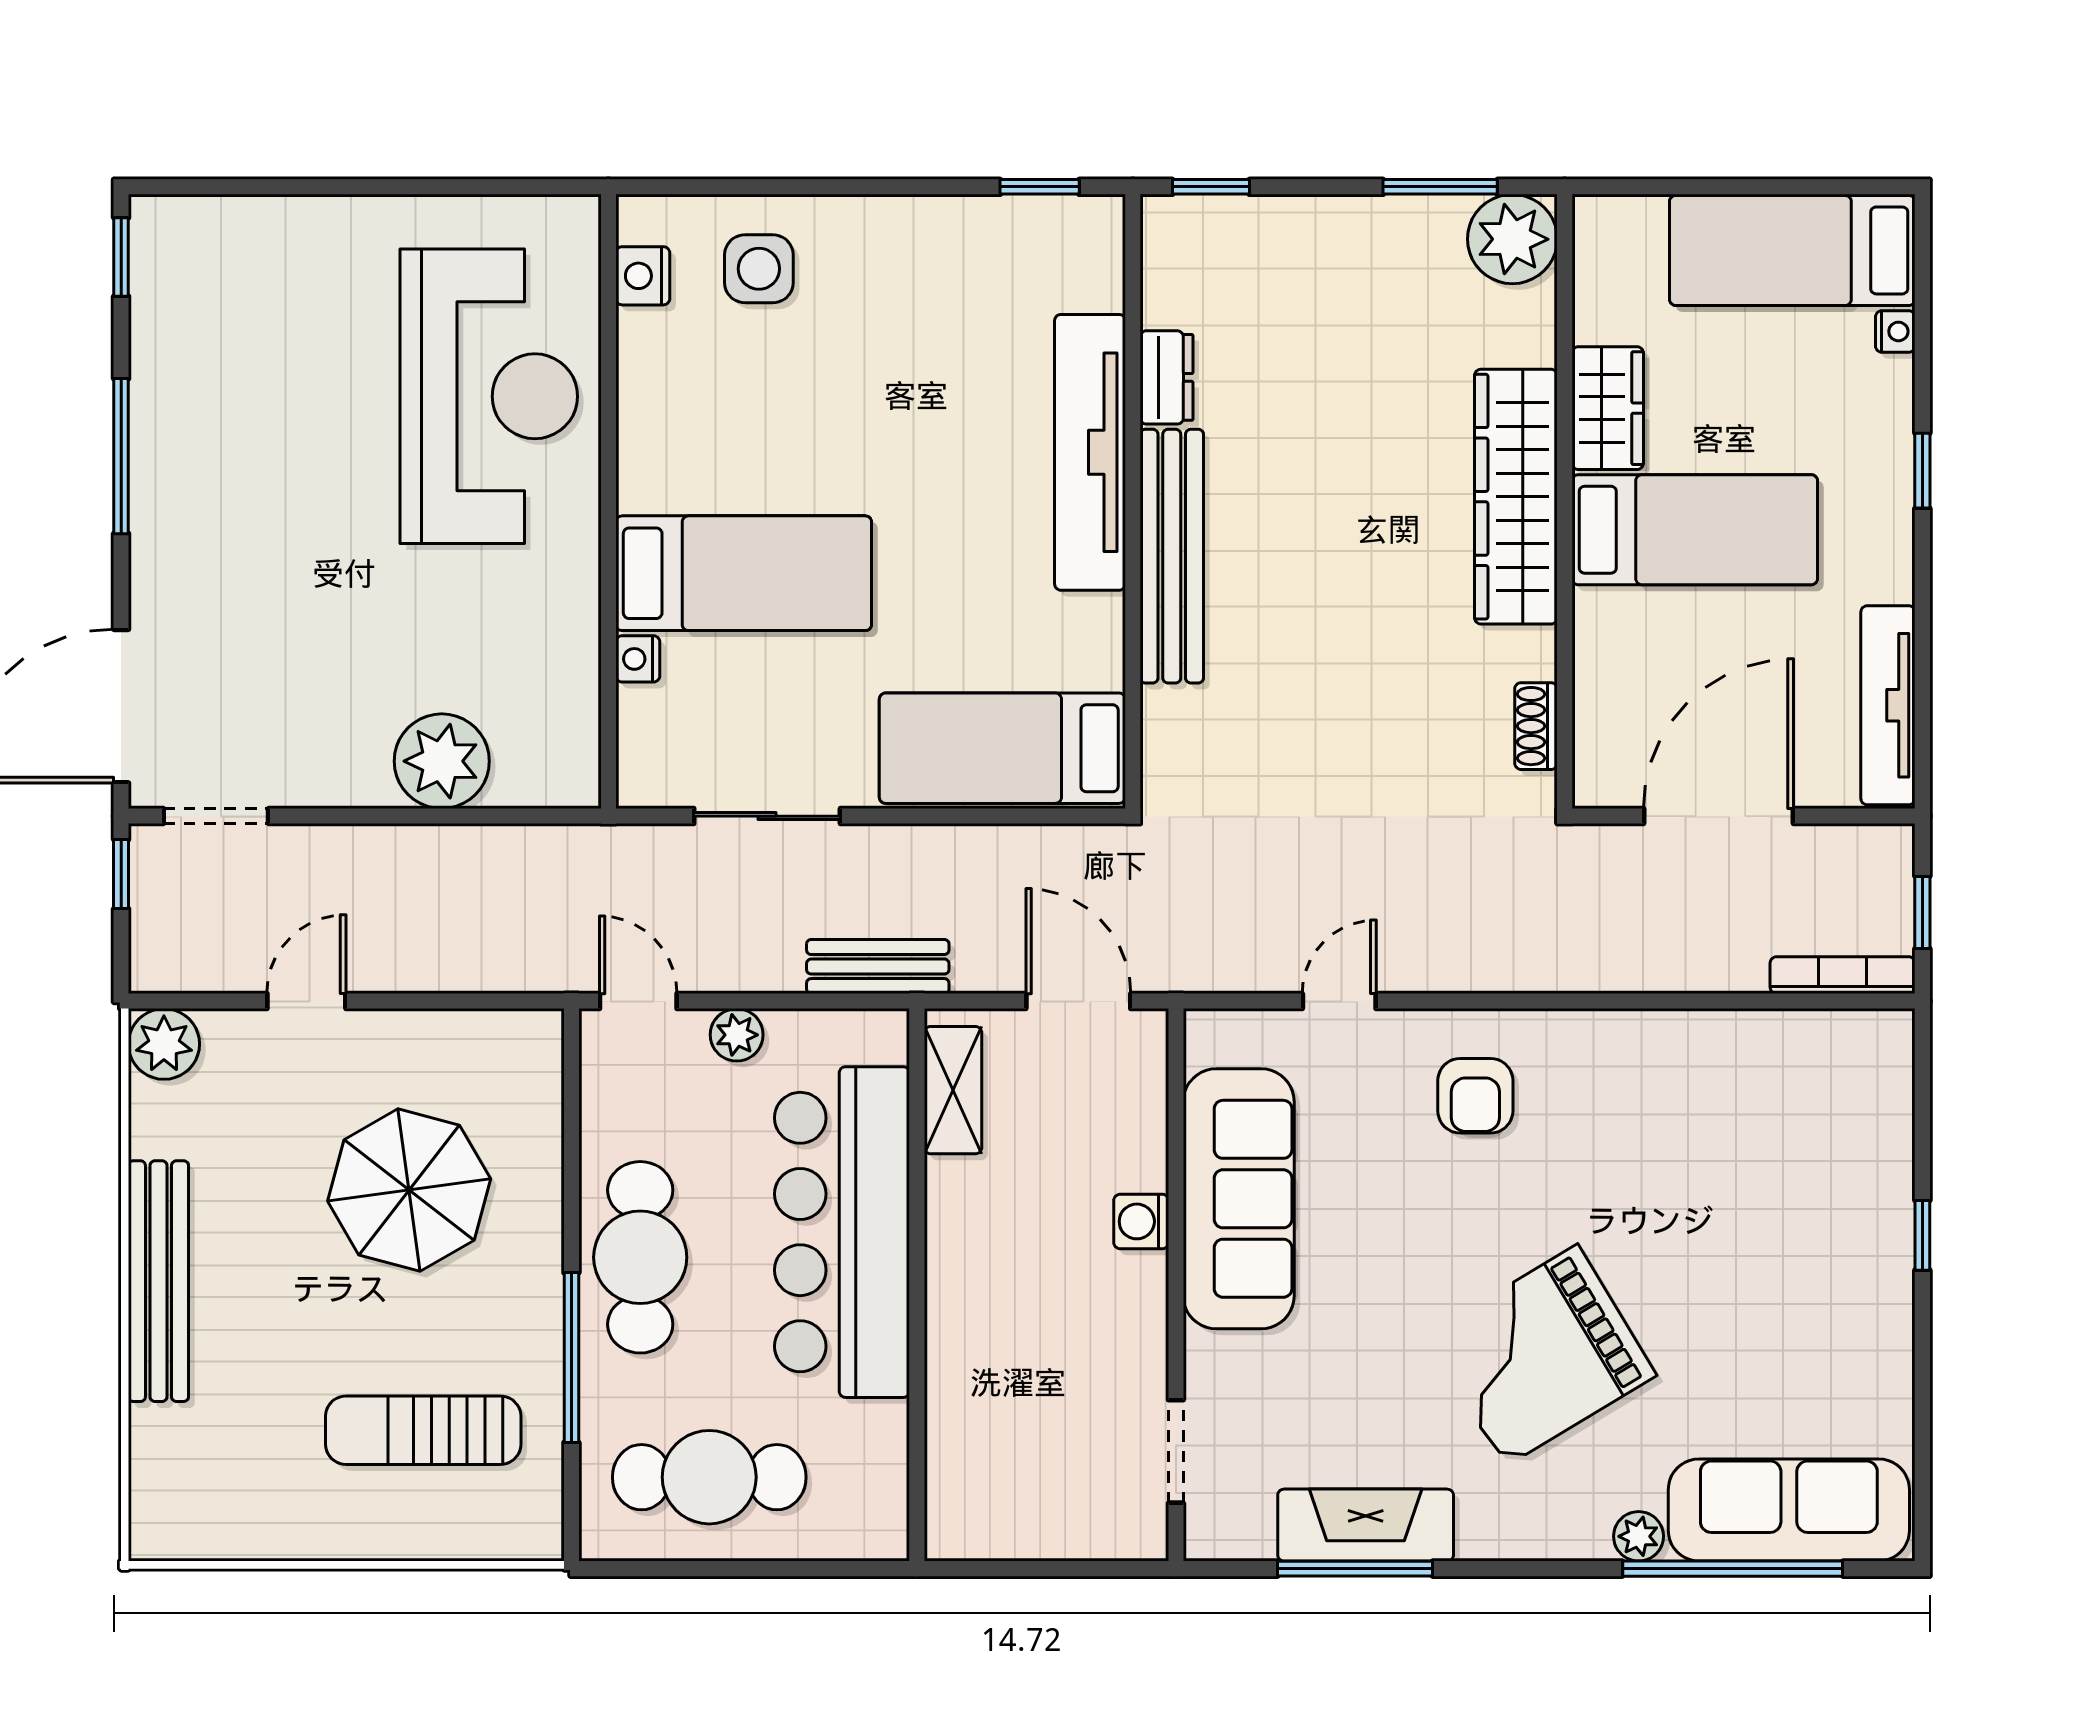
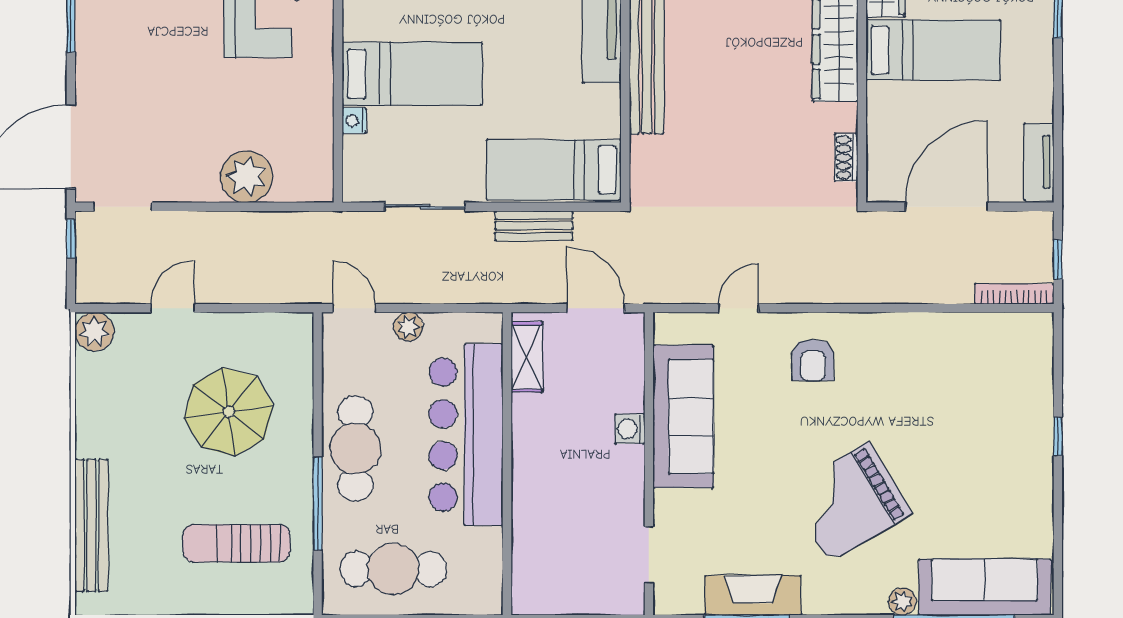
tv unit: (1888, 705) -> (1039, 162), width x0.71
bench: (878, 967) -> (534, 226), moved
bench: (158, 1281) -> (91, 525), moved

